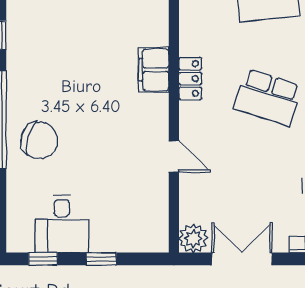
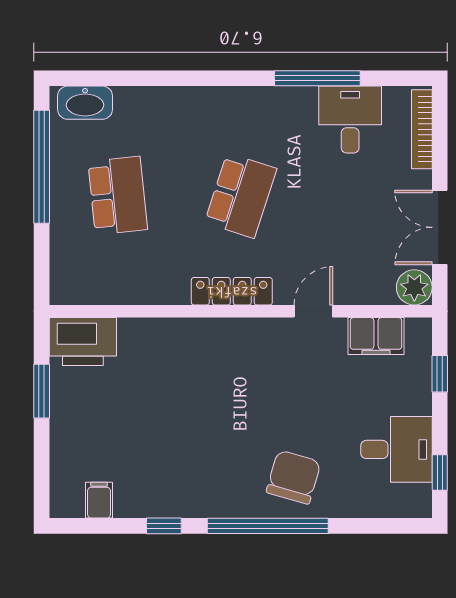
filing cabinet: (154, 70) -> (376, 336), moved
locker: (190, 79) -> (232, 291), width x1.53
window: (101, 259) -> (440, 374), moved

